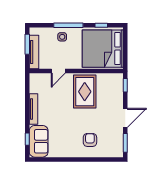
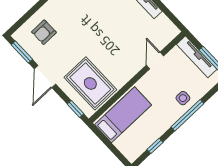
bed: (103, 49) -> (123, 115), width x0.49
rug: (85, 92) -> (90, 83), moved
armchair: (90, 140) -> (44, 32), moved, turned 90

